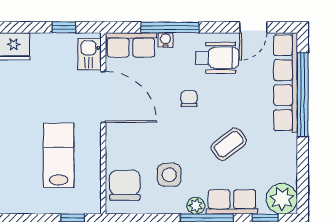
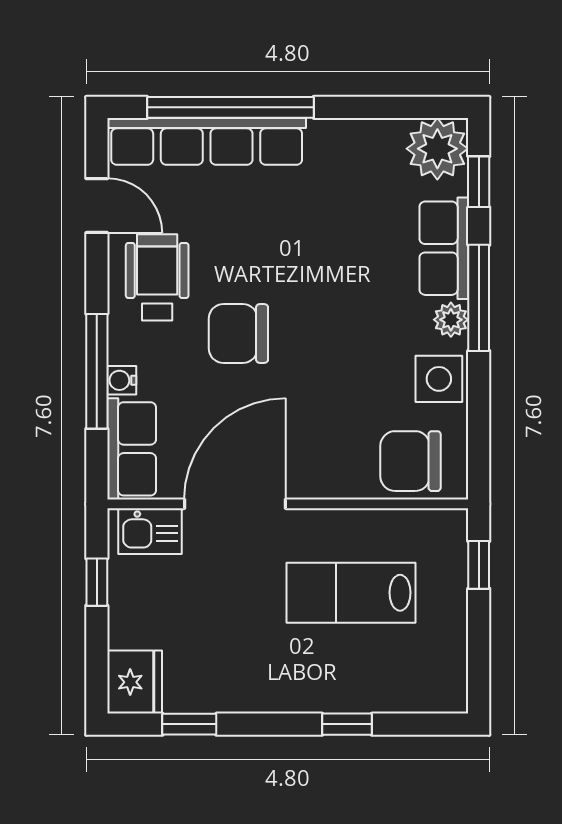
chair: (189, 99) -> (238, 334), width x1.87, depth x1.87
coffee table: (229, 144) -> (329, 254), removed
side table: (169, 175) -> (439, 379), moved

